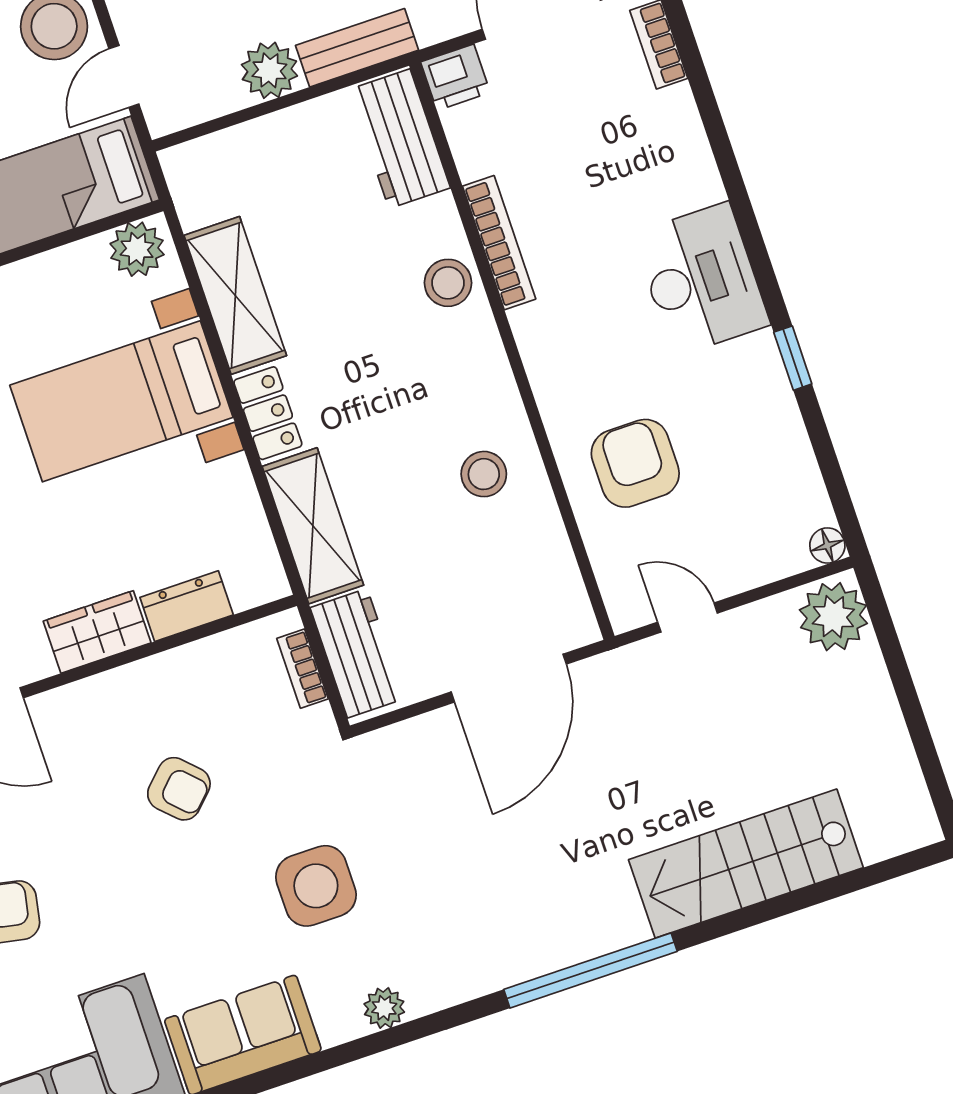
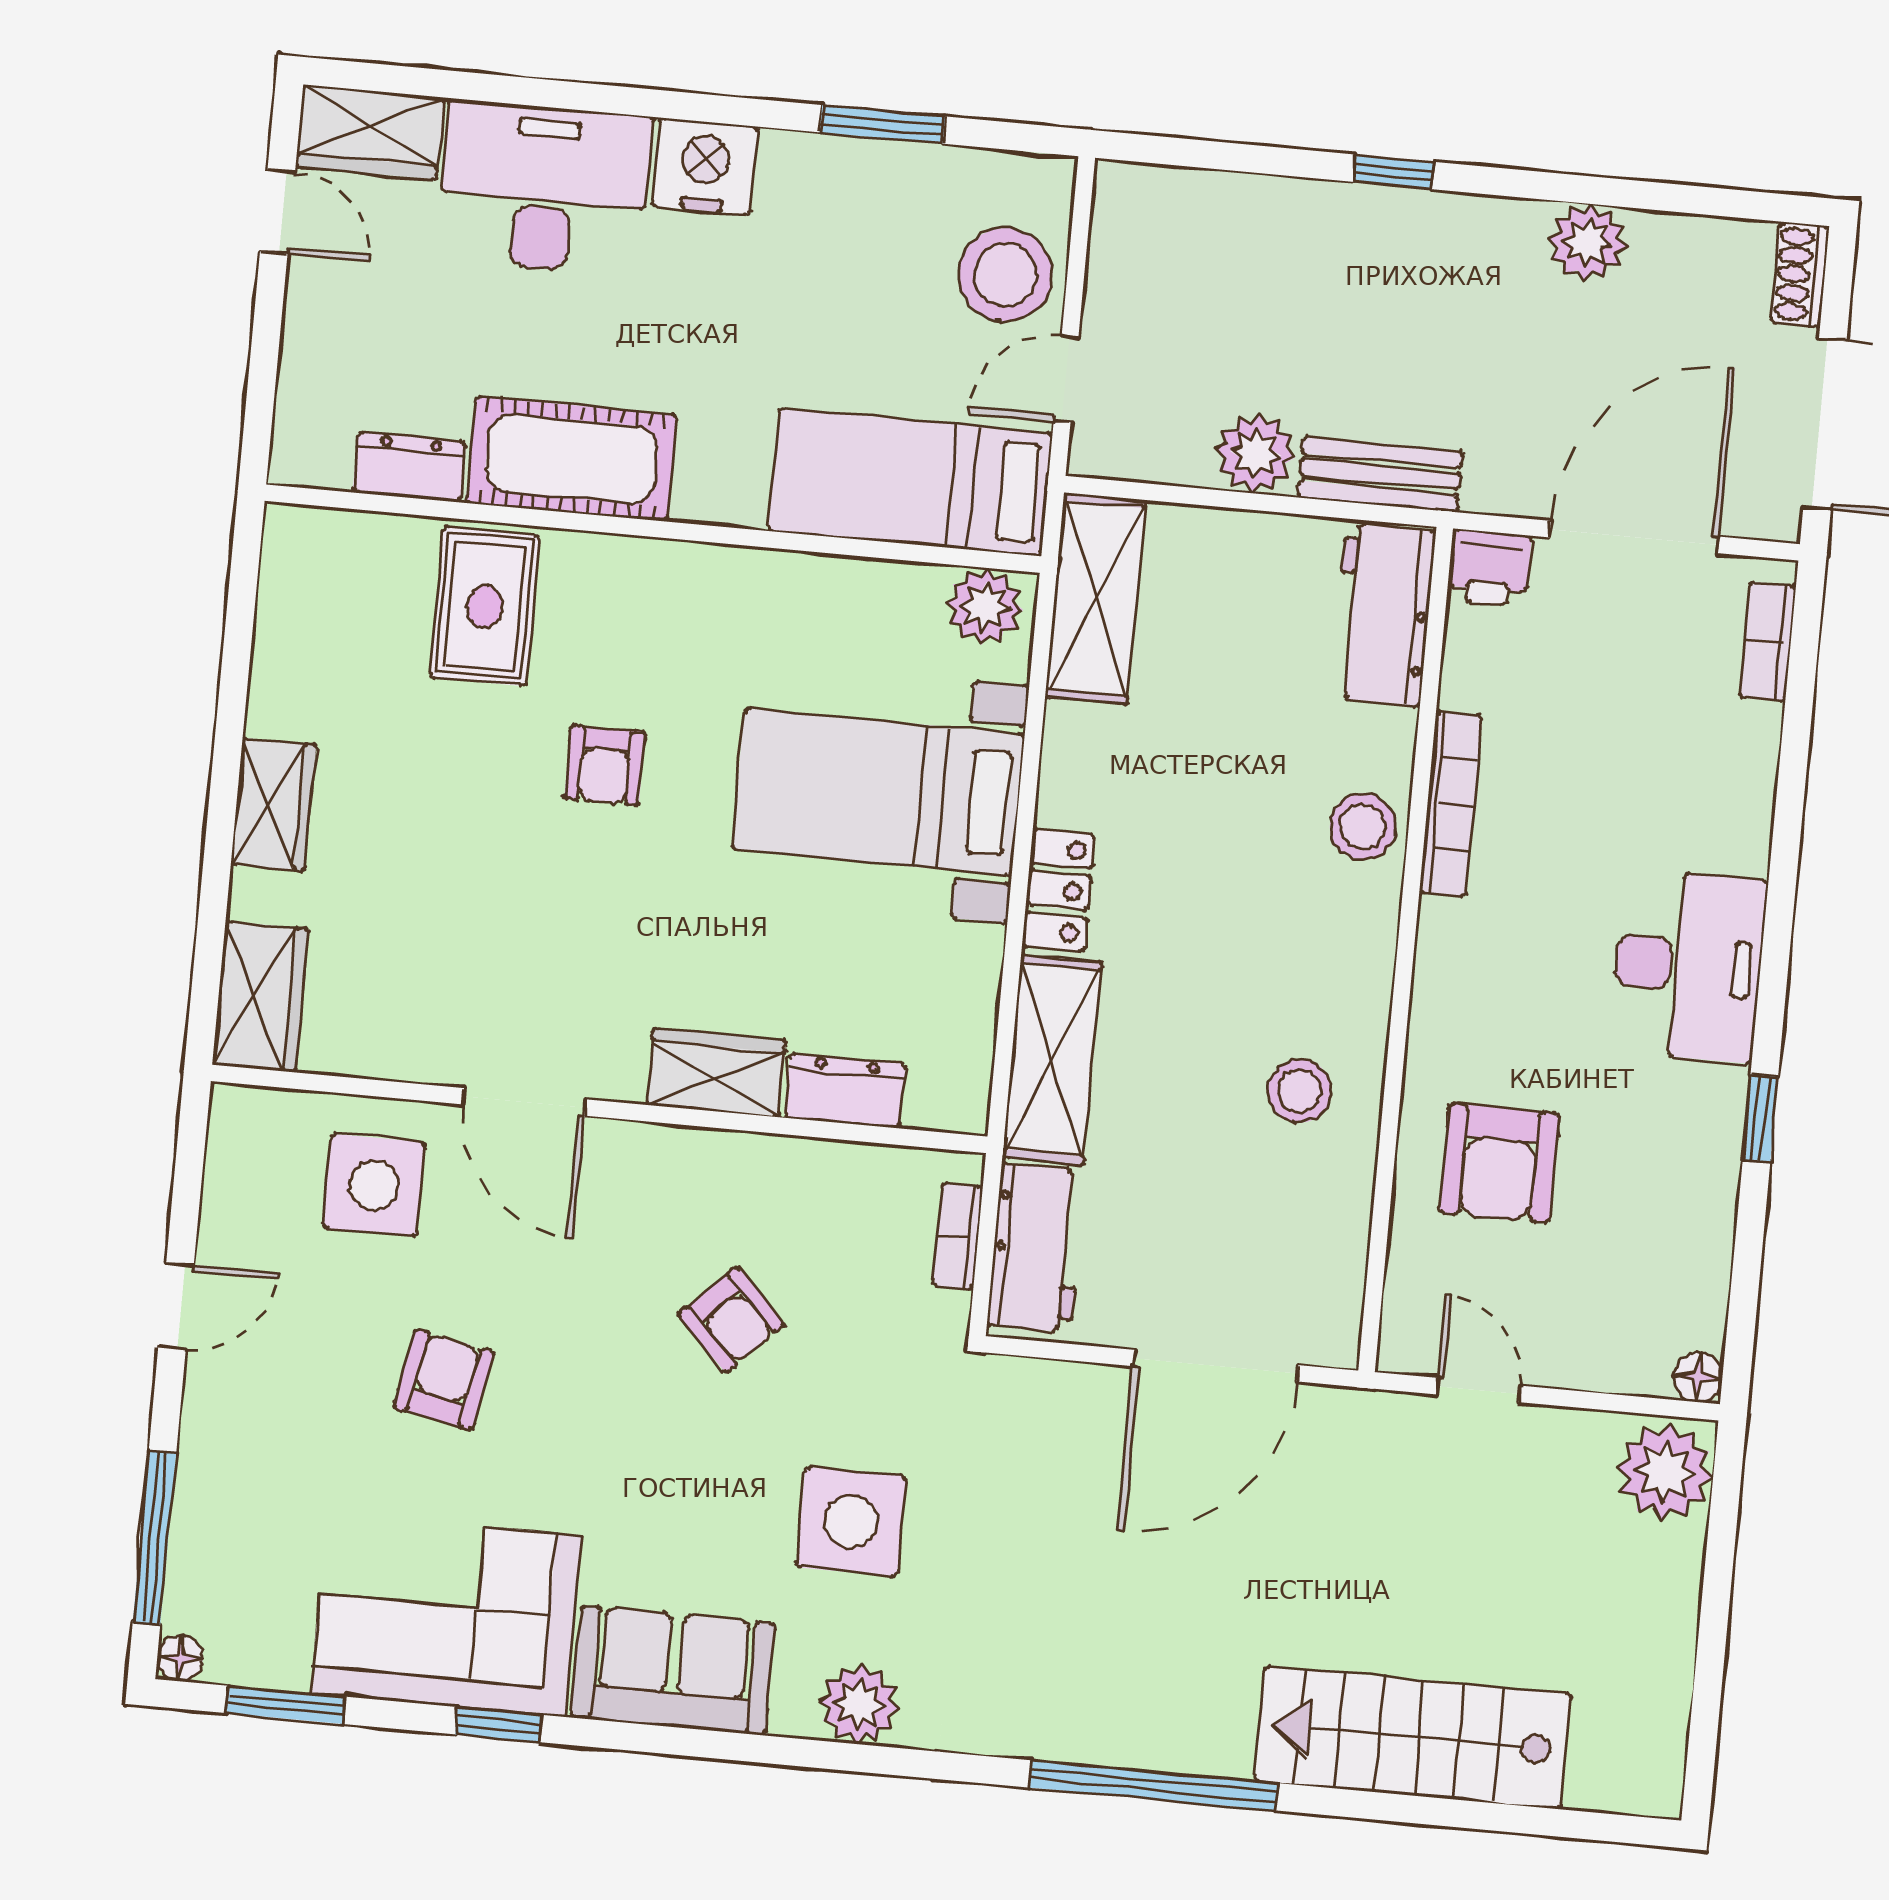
shelving: (235, 295) -> (1095, 598), moved
armchair: (635, 463) -> (1499, 1163), turned 180
plant: (384, 1008) -> (859, 1704), width x1.38, depth x1.38

